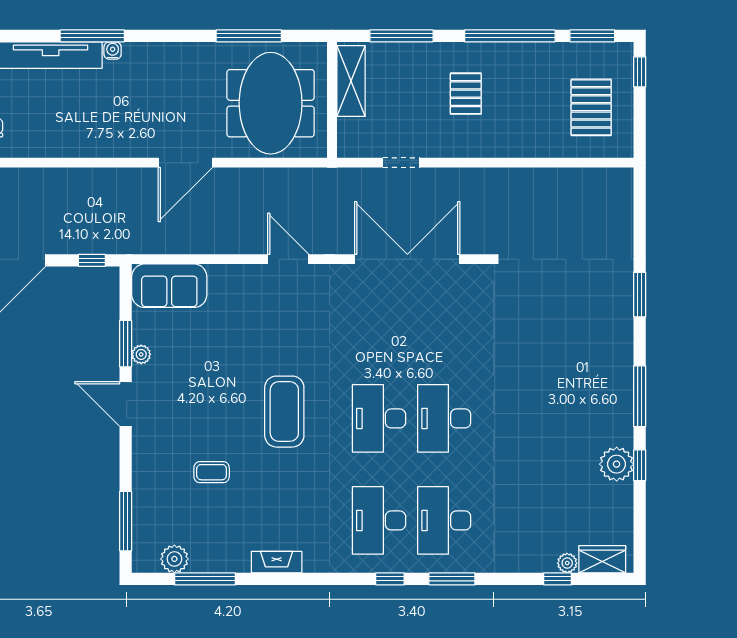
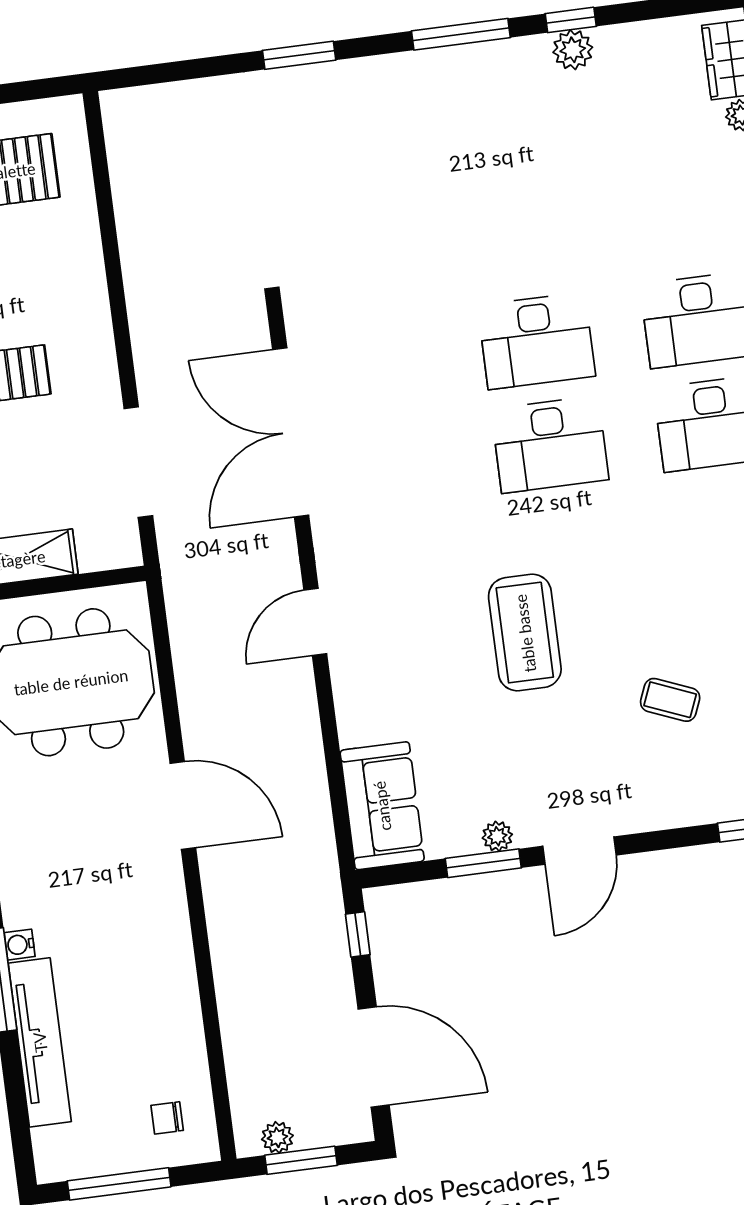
doorway: (401, 163) -> (138, 462), width x1.87
coffee table: (284, 412) -> (525, 633), moved, turned 90
plant: (617, 464) -> (573, 50), width x0.73, depth x0.73
coffee table: (212, 472) -> (670, 700), turned -68

